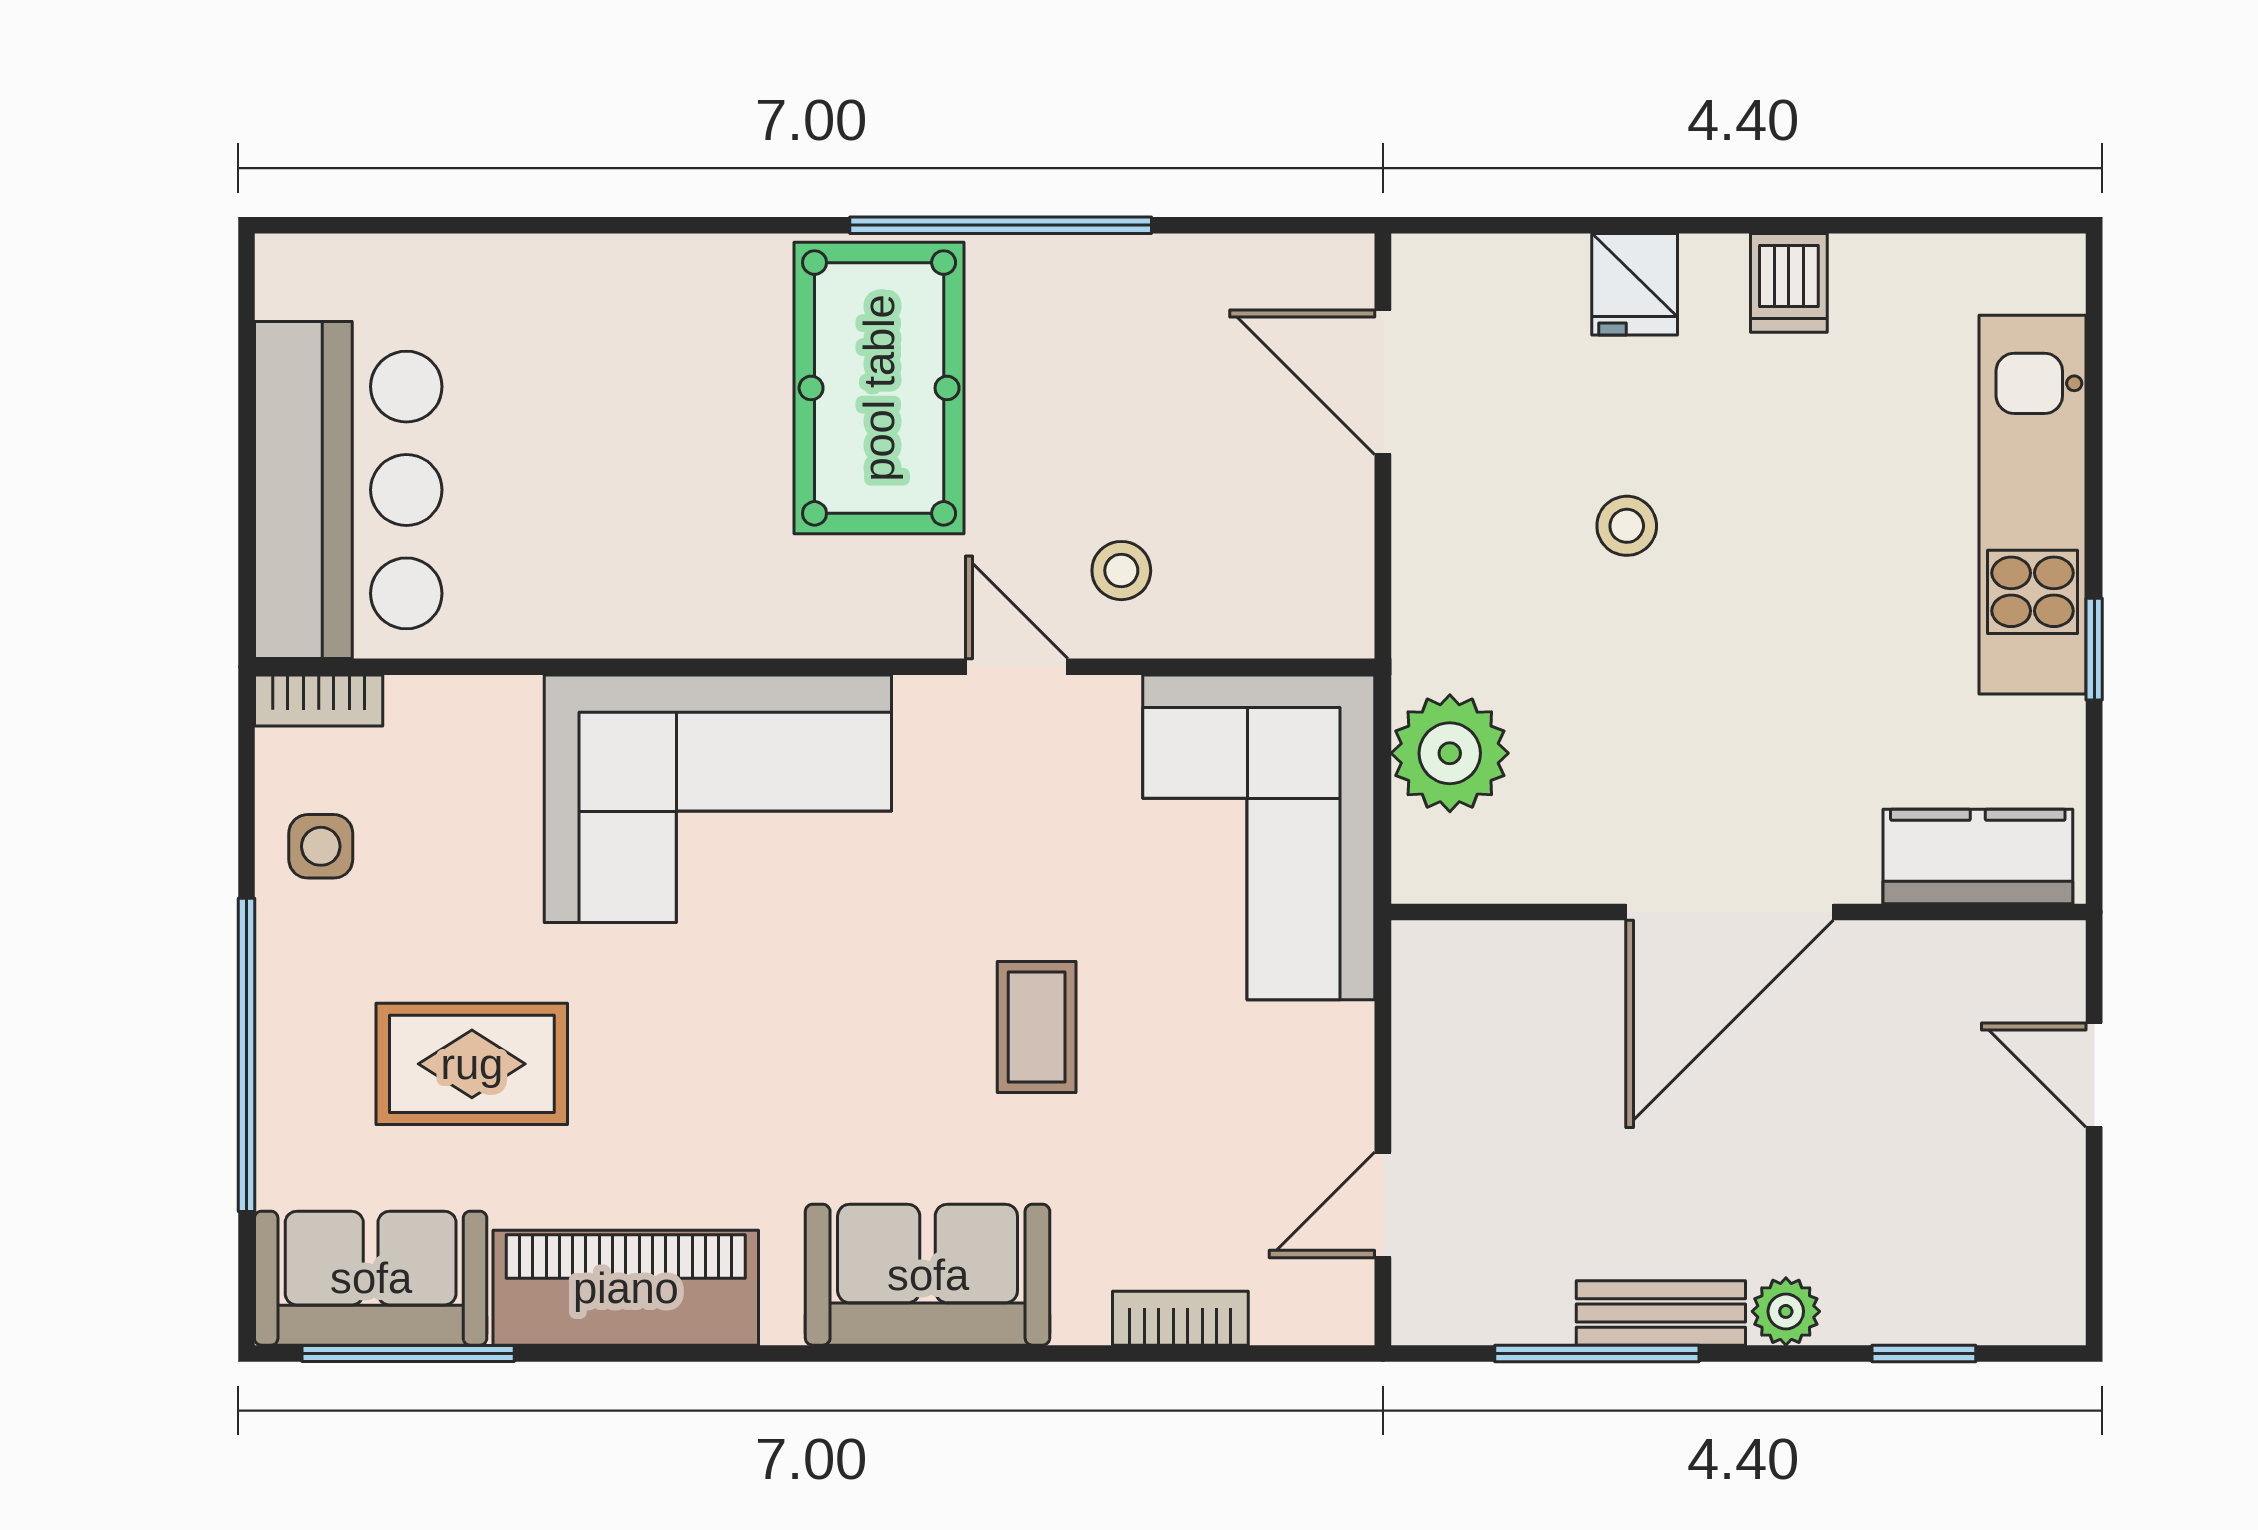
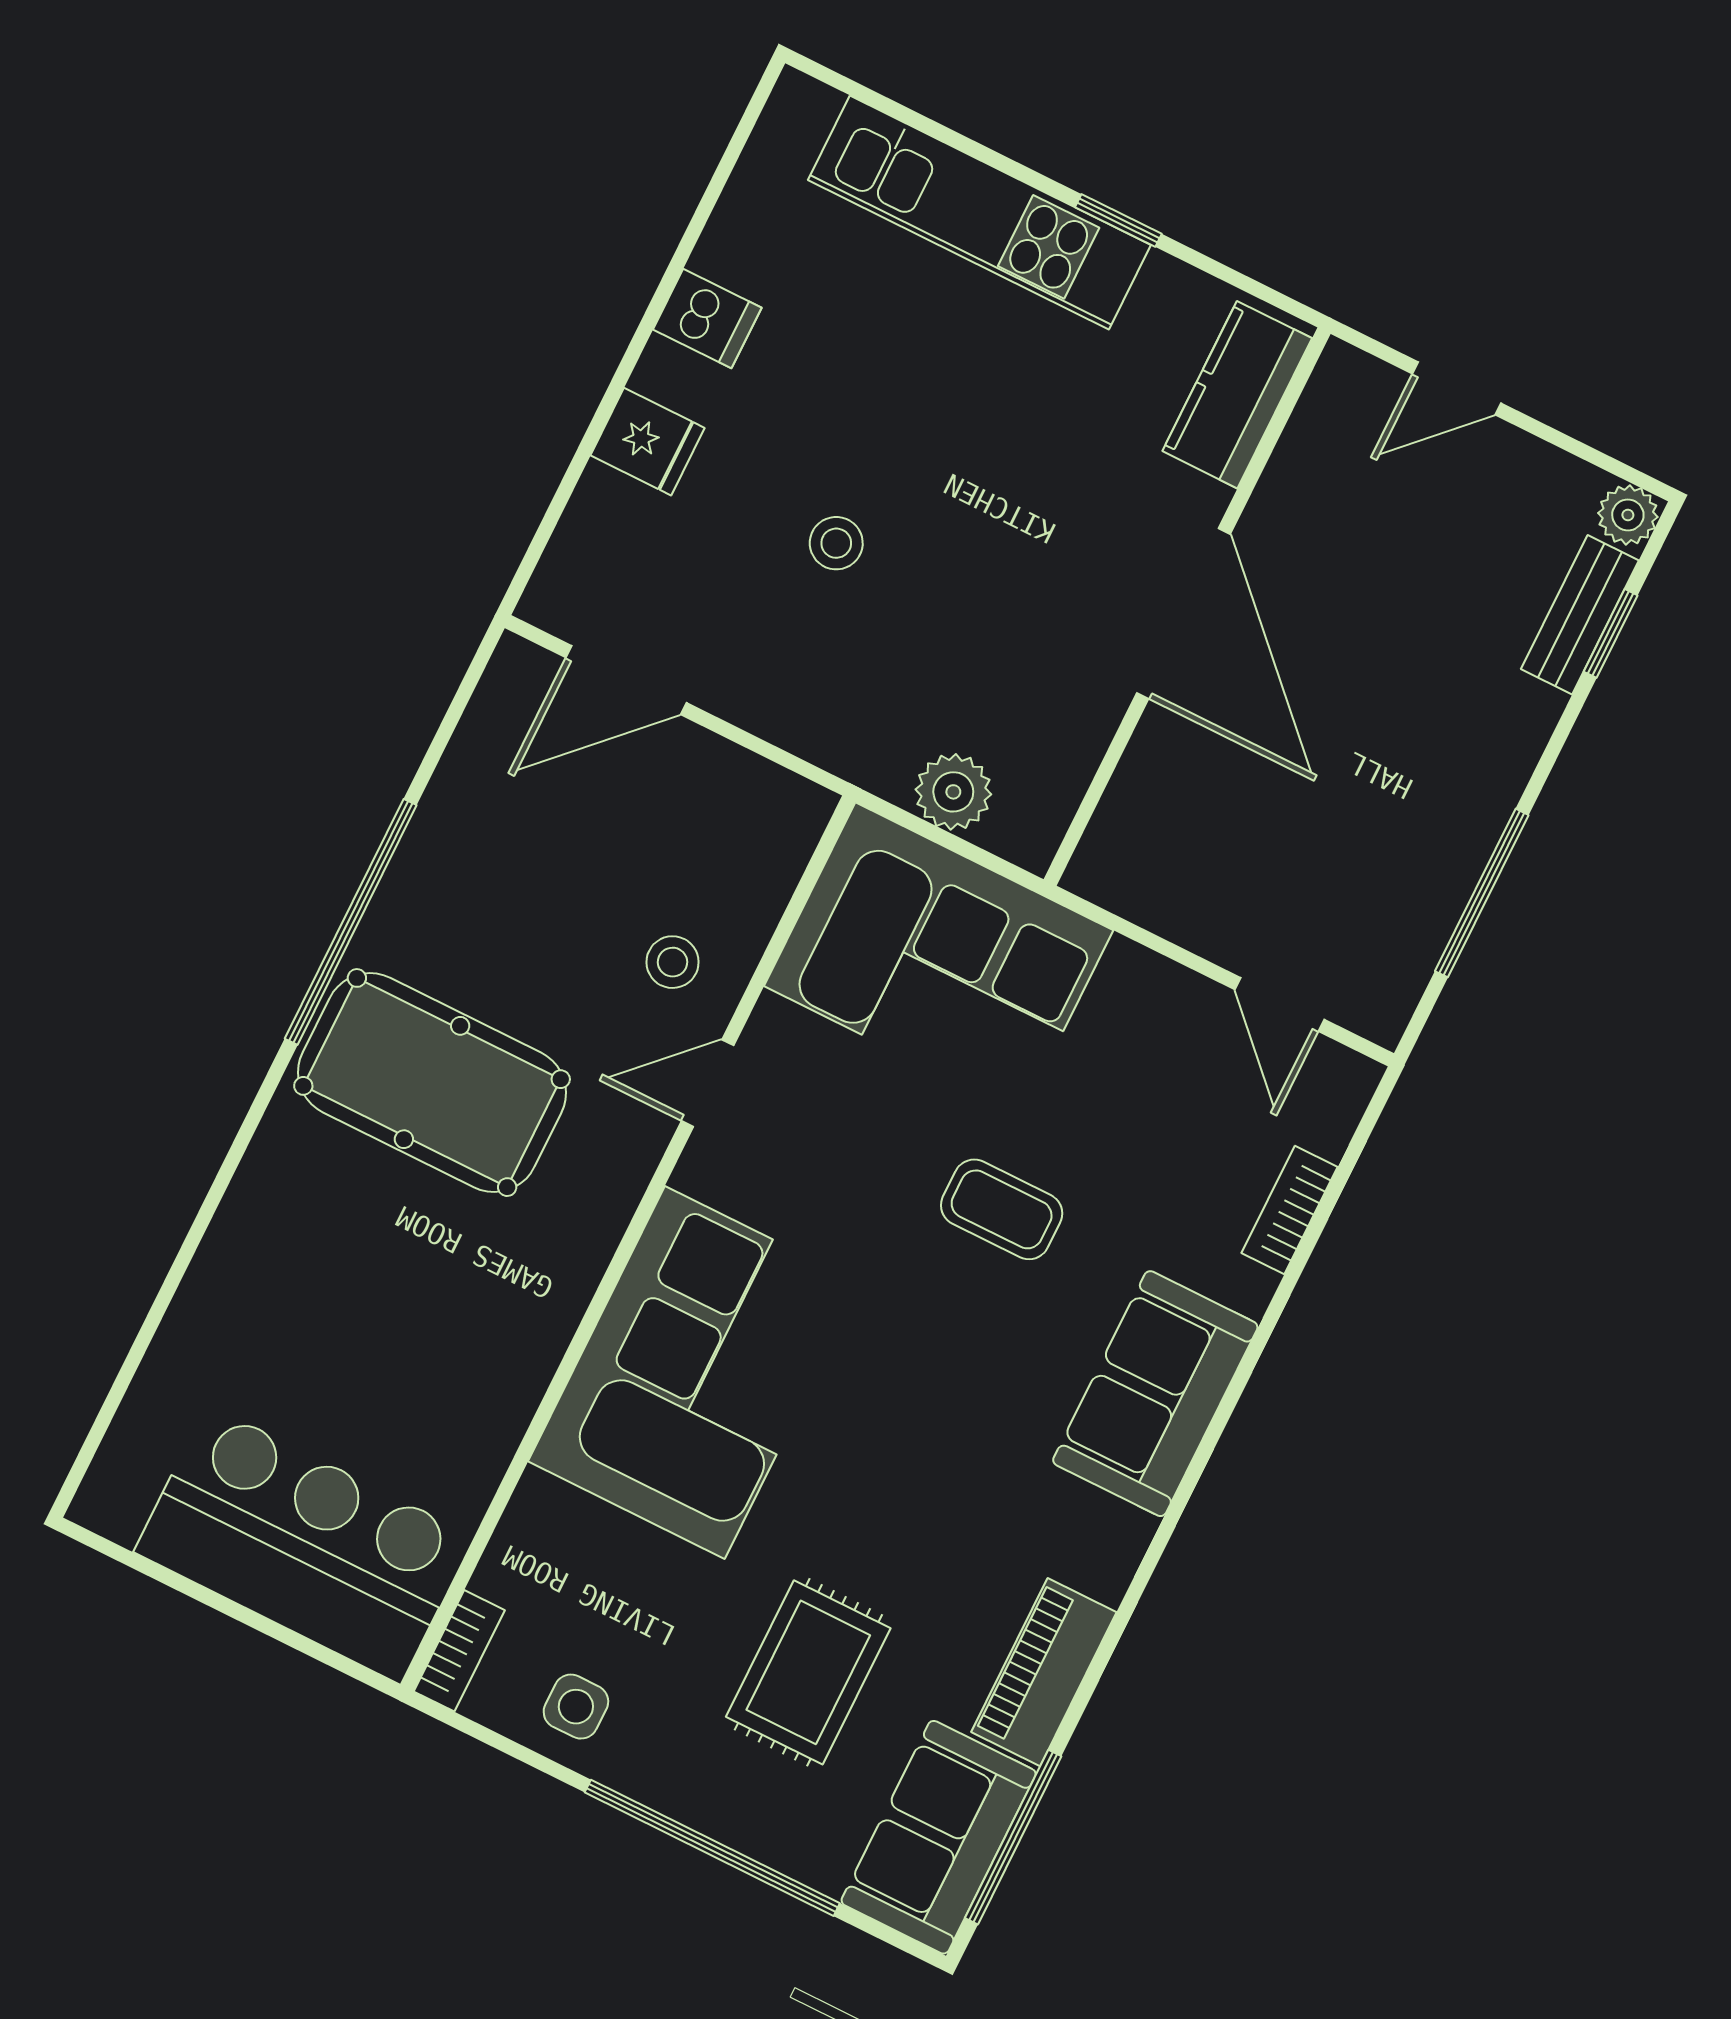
plant: (1450, 753) -> (953, 792), width x0.73, depth x0.73
piano: (626, 1288) -> (1044, 1672), width x0.73, depth x0.75
plant: (1786, 1311) -> (1628, 515), moved
bench: (1661, 1313) -> (1580, 615), moved

